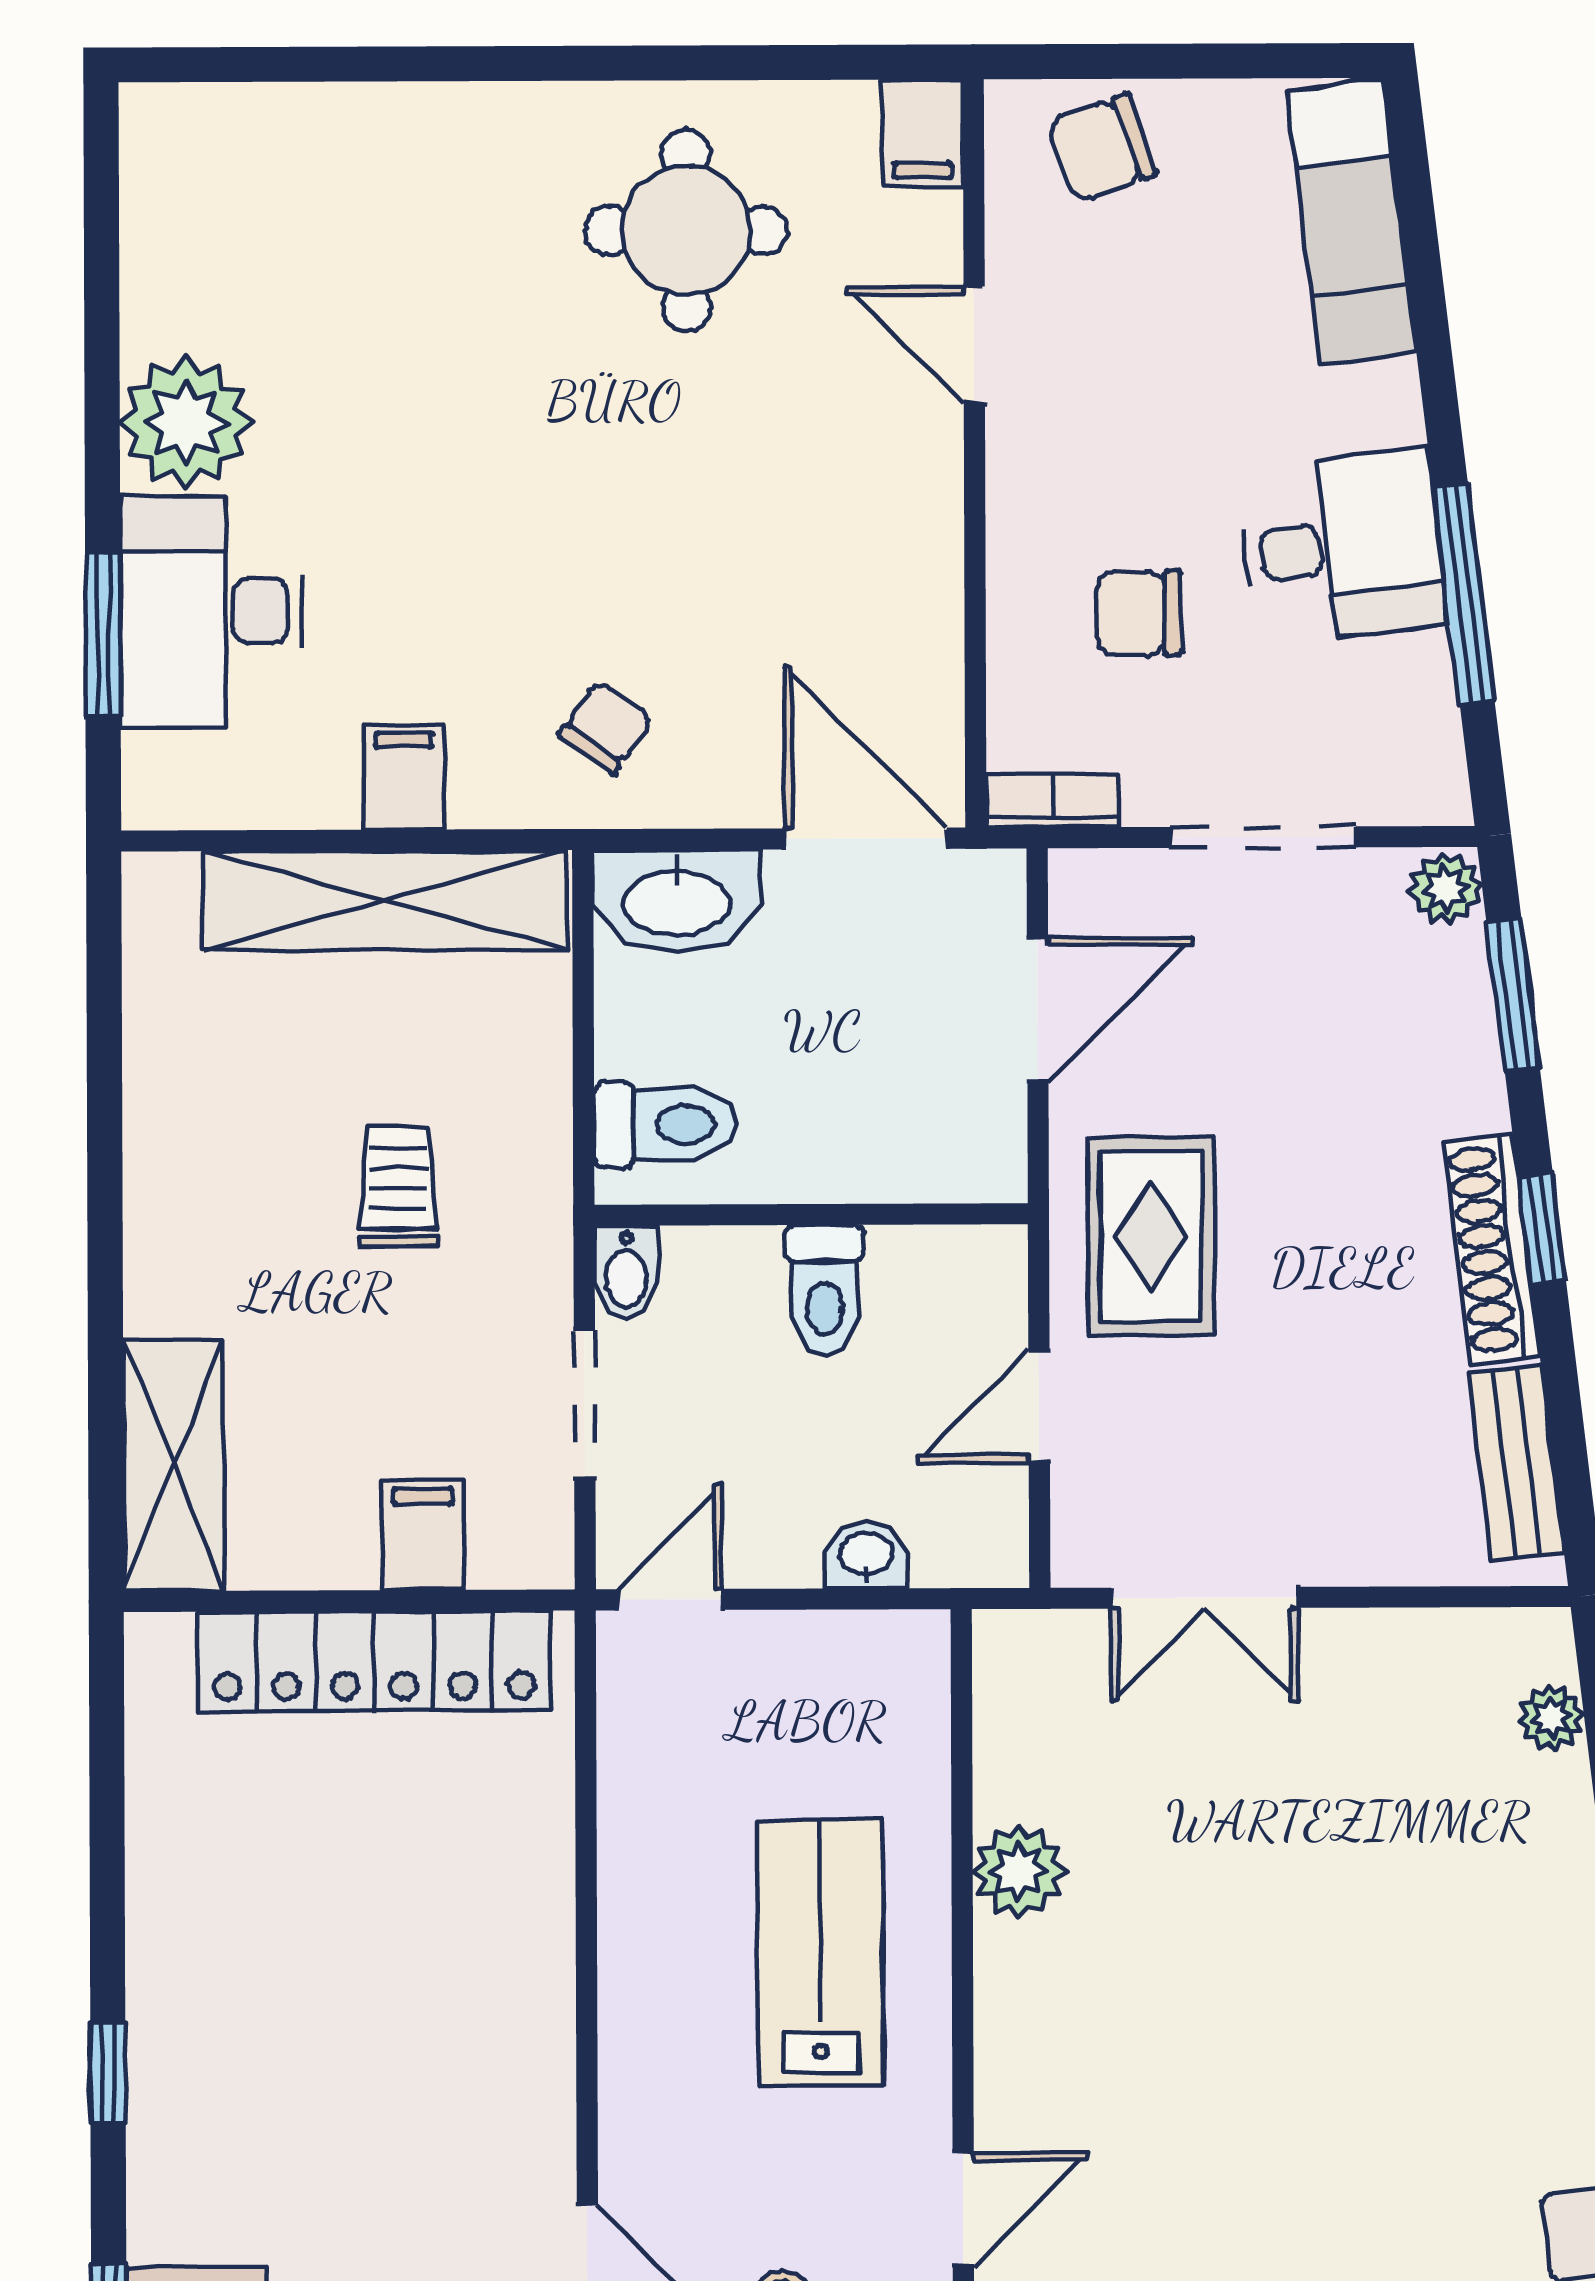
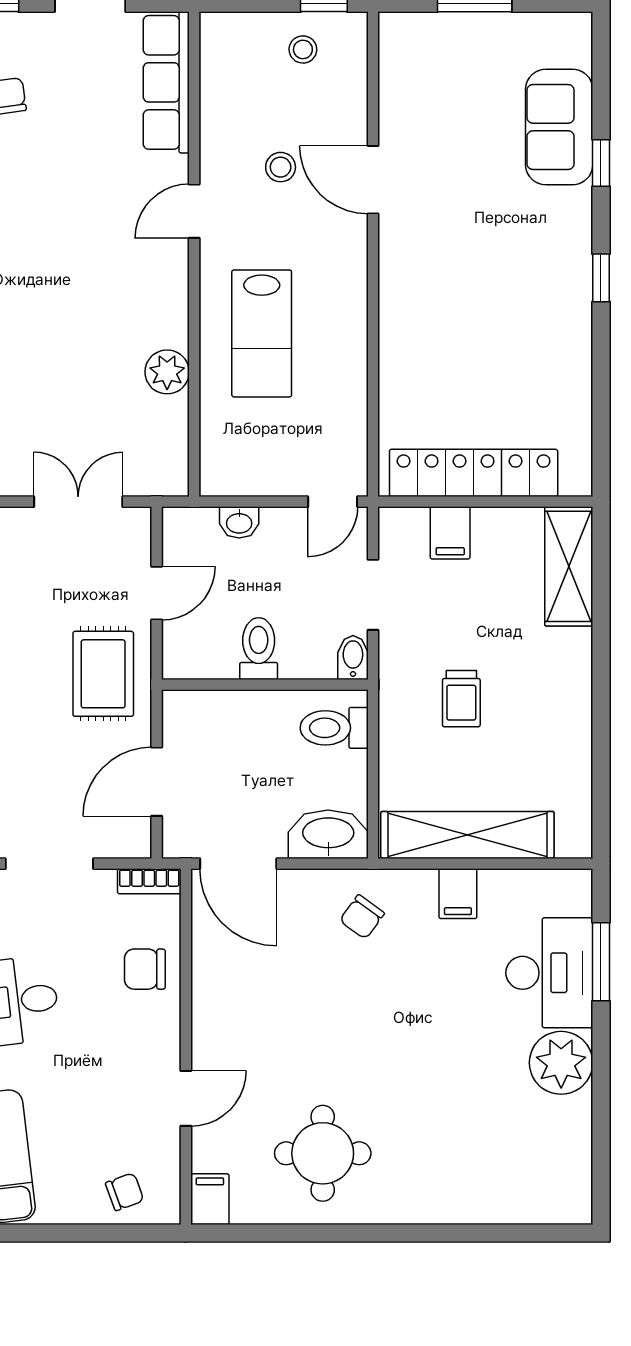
chair: (1102, 148) -> (125, 1192), width x0.73, depth x0.73
door: (974, 345) -> (186, 1098), hinge flipped
chair: (1139, 613) -> (145, 969), moved, turned 180

